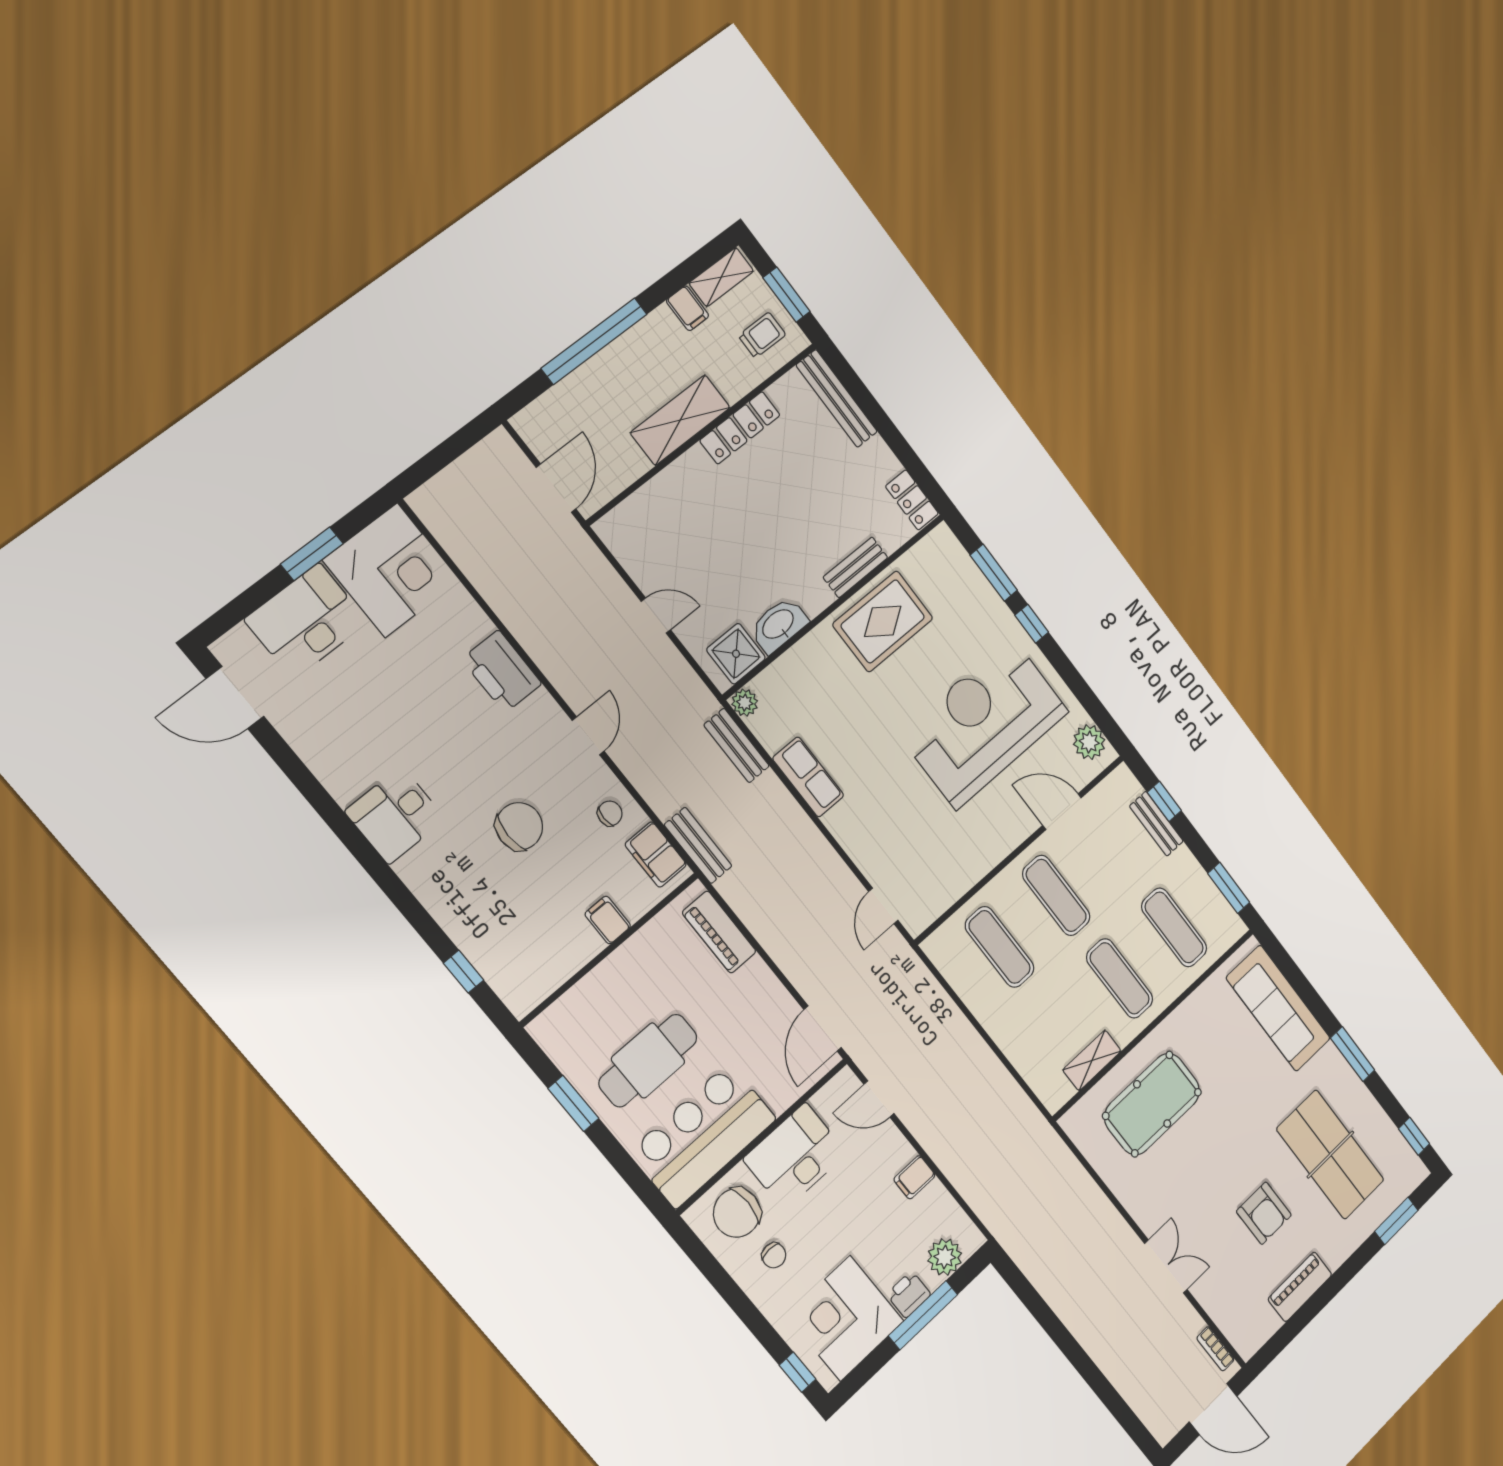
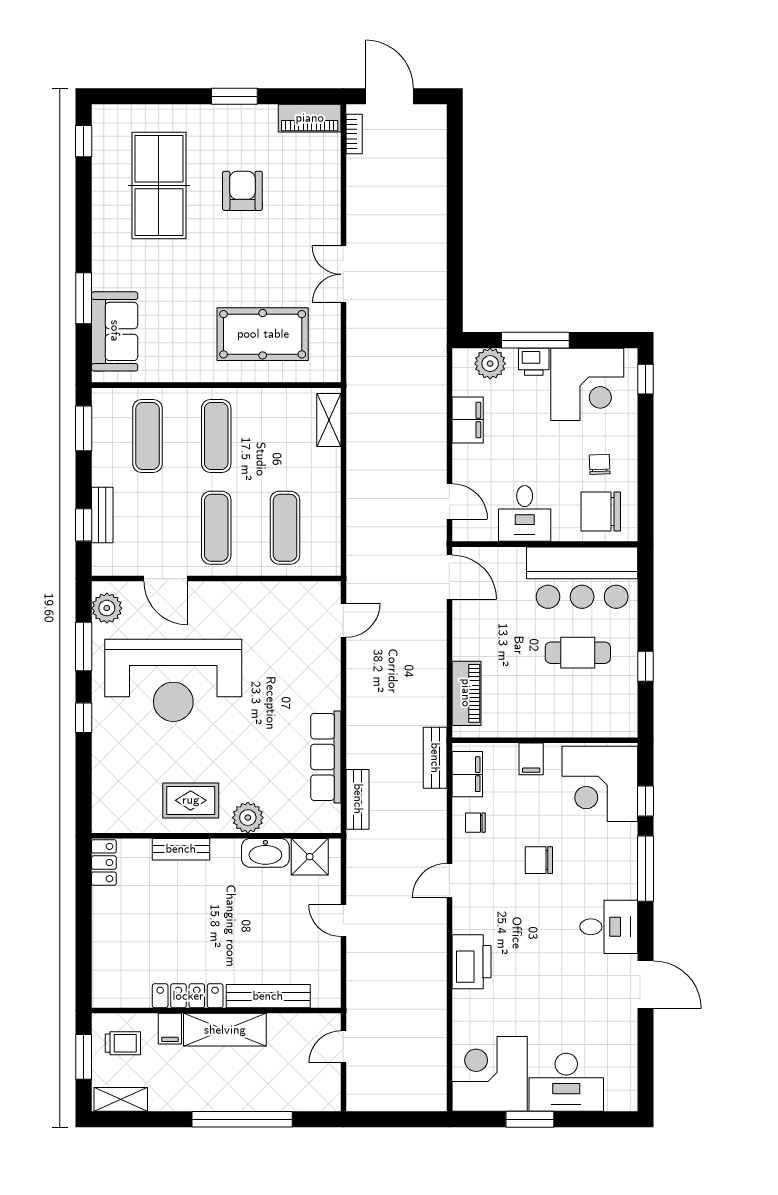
filing cabinet: (688, 308) -> (170, 1029), moved, turned 180
trolley: (762, 335) -> (123, 1043), turned 180
bench: (837, 398) -> (268, 996), moved, turned 90
door: (556, 488) -> (343, 1047), width x0.73
window: (994, 573) -> (84, 646), moved
rug: (883, 621) -> (191, 800), width x0.73, depth x0.70
door: (235, 698) -> (646, 985), moved
plant: (745, 703) -> (248, 818), moved, width x1.38, depth x1.38
row of seats: (808, 777) -> (326, 757), width x1.48
chair: (519, 826) -> (539, 860), width x0.73, depth x0.73
window: (407, 904) -> (646, 869), added
corner desk: (522, 951) -> (600, 784), added
sofa: (1278, 1008) -> (115, 331), width x0.73
door: (823, 1029) -> (449, 577), hinge flipped
window: (1353, 1054) -> (84, 298), moved
cafe table: (648, 1060) -> (578, 653), width x0.73, depth x0.74
shelving: (1092, 1060) -> (329, 420), moved, turned 90
window: (573, 1103) -> (646, 666), width x0.67
desk: (795, 1156) -> (525, 513), width x0.73
filing cabinet: (914, 1177) -> (468, 420), width x2.00
chair: (737, 1213) -> (601, 511), turned 180
window: (1396, 1221) -> (234, 96), moved
double door: (1166, 1267) -> (343, 274), moved
piano: (1300, 1287) -> (310, 118), moved

